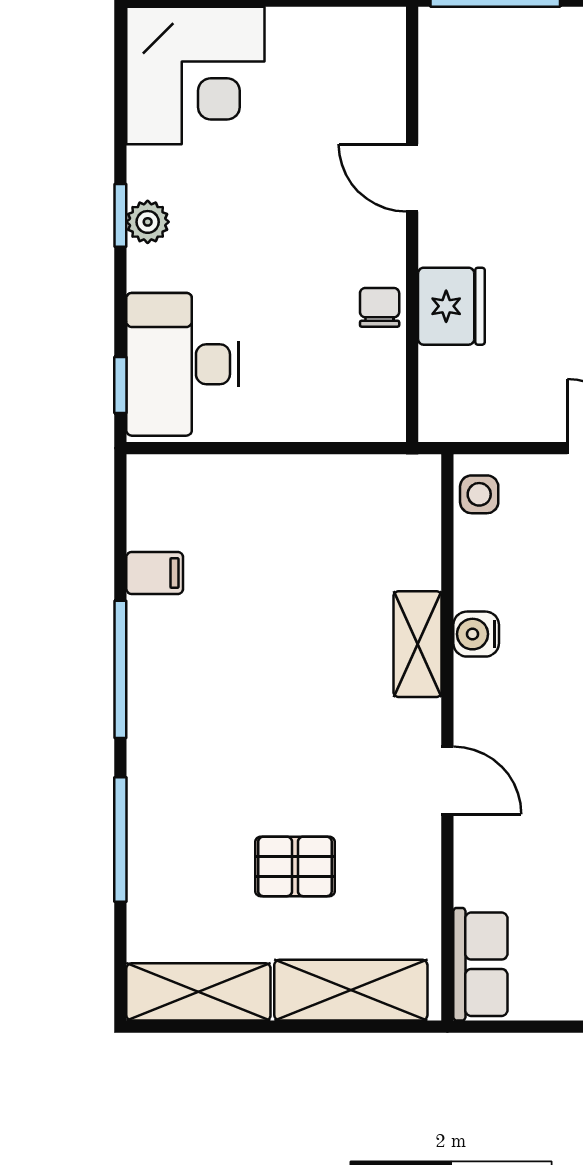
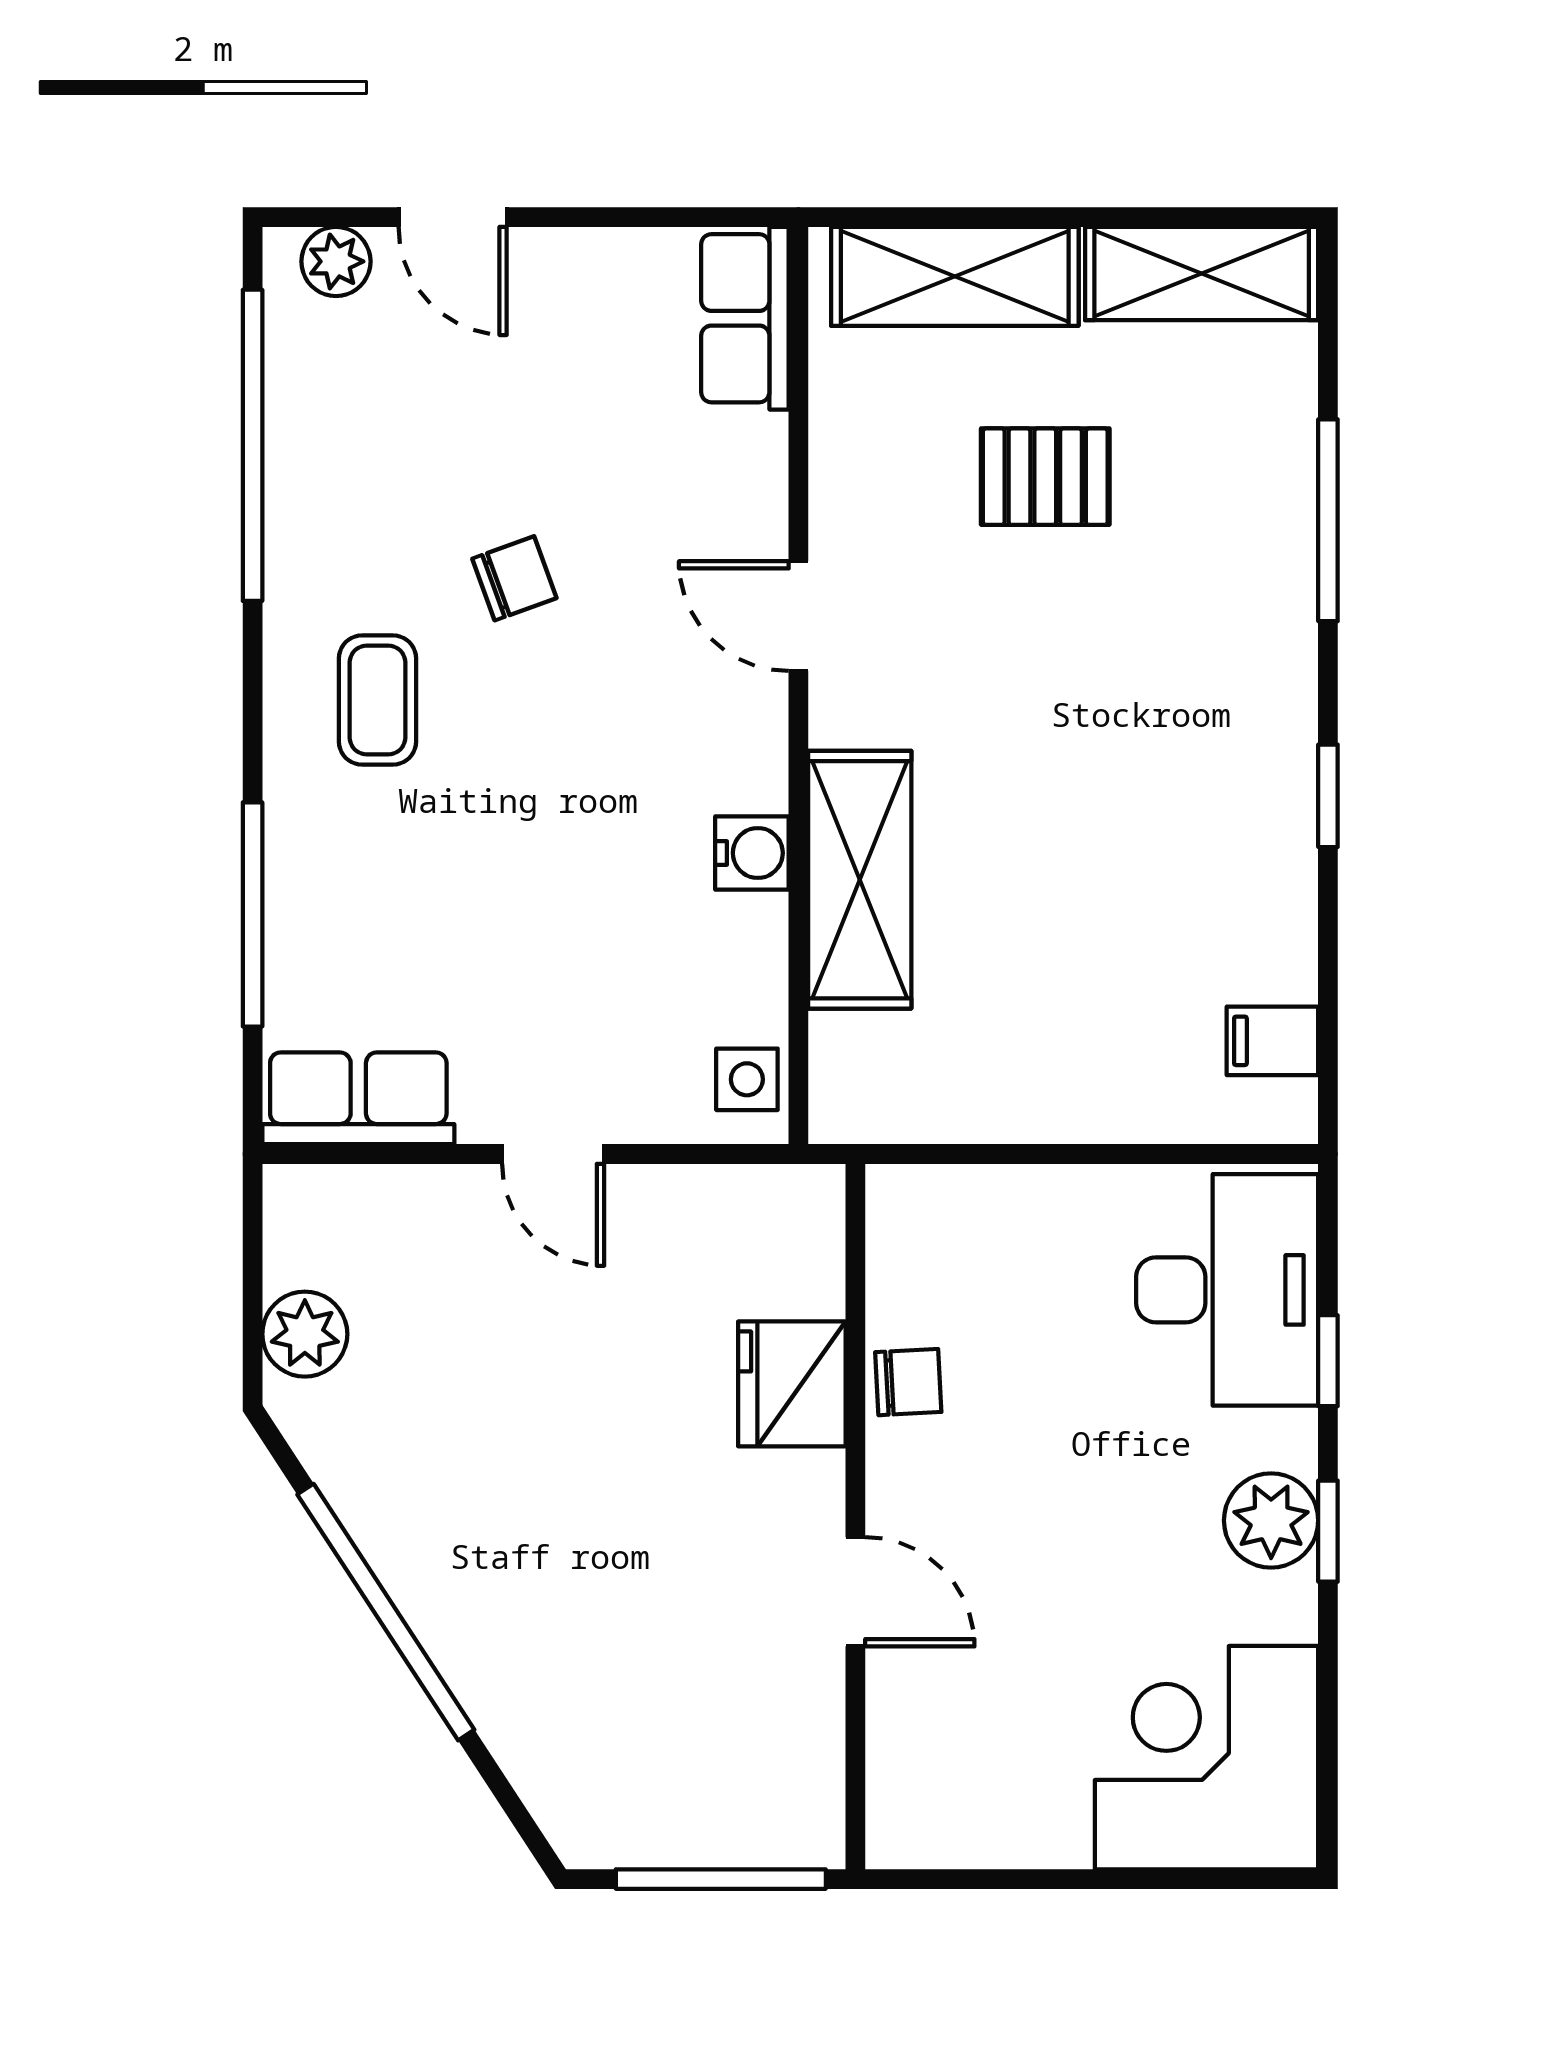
plant: (148, 222) -> (1271, 1520), width x1.38, depth x1.38
chair: (380, 307) -> (908, 1382), turned -93
window: (120, 385) -> (1328, 1361), moved
filing cabinet: (155, 573) -> (1272, 1041), moved
shelving: (417, 644) -> (860, 880), width x1.50, depth x1.33
window: (120, 669) -> (1328, 796), width x0.46

